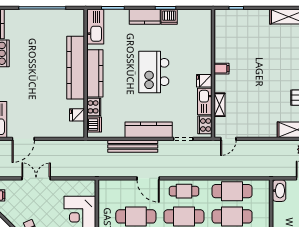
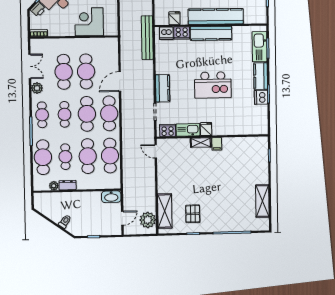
kitchen sink: (95, 27) -> (260, 47), moved, turned 90
kitchen island: (154, 72) -> (213, 85), turned 180
shelving: (220, 105) -> (201, 143), moved
kitchen counter: (149, 130) -> (163, 88), width x0.67
bench: (133, 146) -> (147, 38), moved
cafe table: (184, 191) -> (109, 113), width x1.37, depth x1.35

